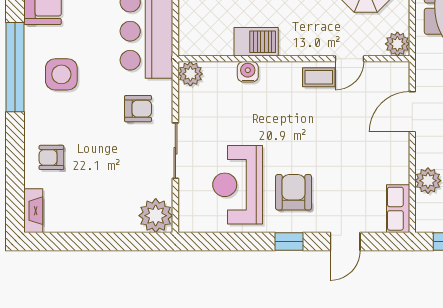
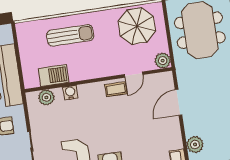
barbecue: (256, 42) -> (54, 75), moved
plant: (190, 74) -> (46, 97), moved

